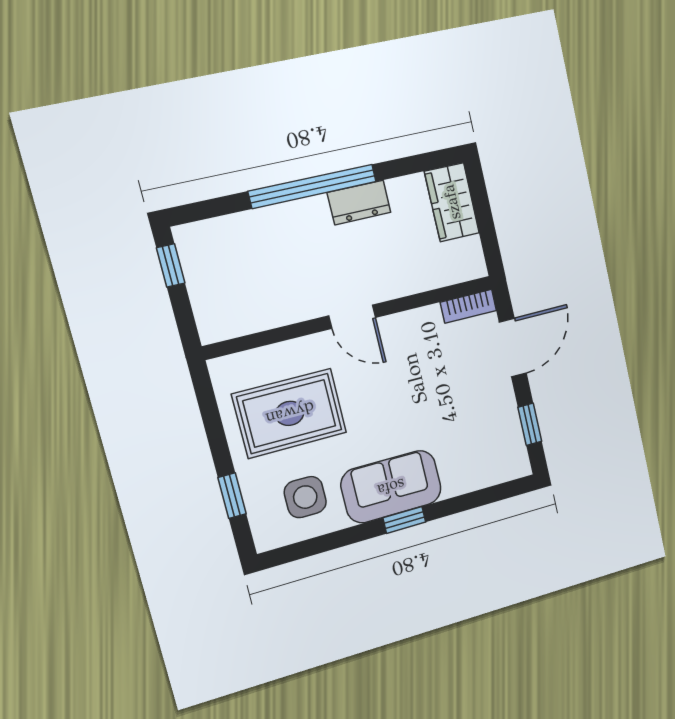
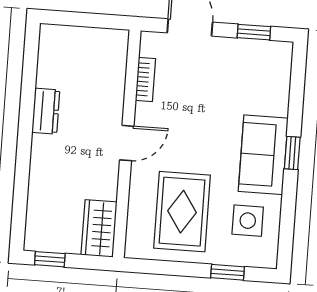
window: (313, 186) -> (24, 141), removed
wardrobe: (452, 202) -> (99, 228), moved, turned 90
bookcase: (468, 306) -> (145, 79), moved

